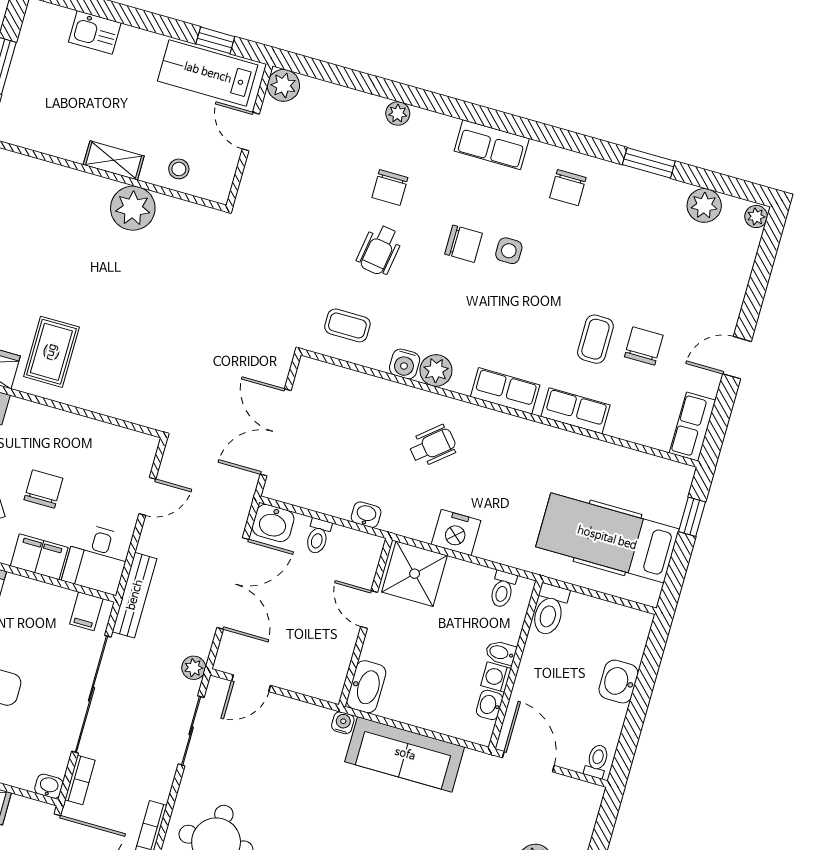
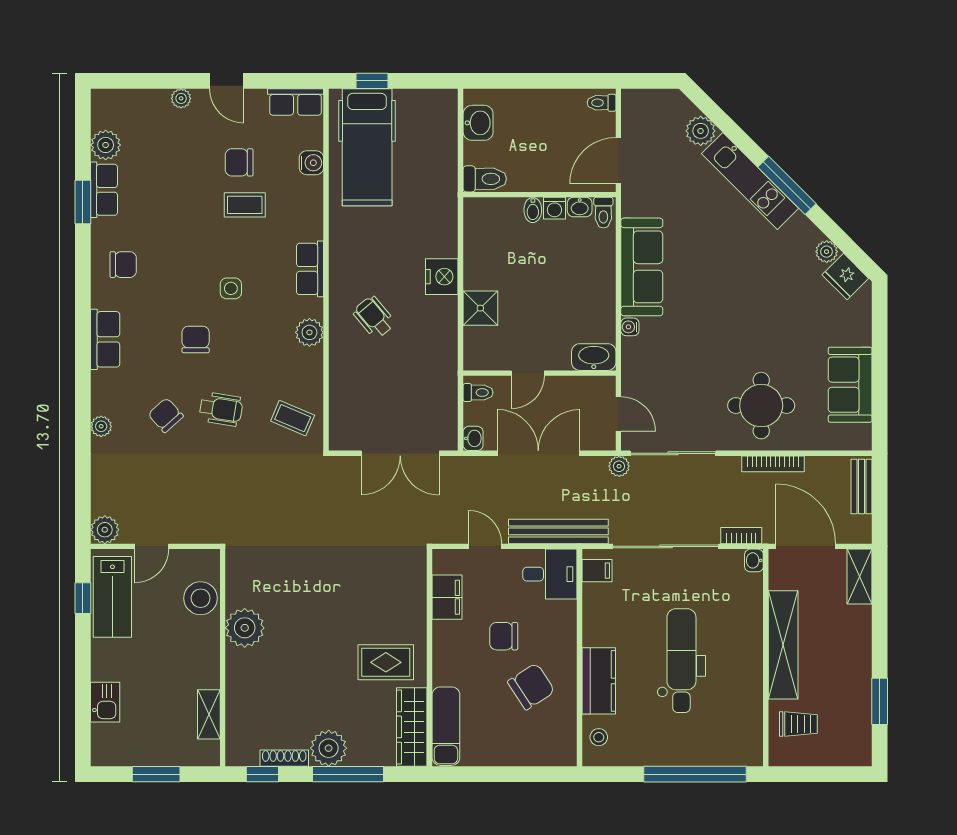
shelving: (114, 160) -> (209, 714), moved
stool: (179, 169) -> (201, 598), width x1.89, depth x1.89
chair: (390, 188) -> (166, 415), turned -132
plant: (756, 217) -> (181, 98), moved
side table: (509, 251) -> (231, 288), moved
coffee table: (347, 325) -> (293, 418), turned -67
water cooler: (405, 364) -> (311, 163), moved
row of seats: (575, 411) -> (104, 190), moved, turned 180
washbasin: (366, 515) -> (448, 357), removed
washbasin: (273, 523) -> (473, 438), width x0.72, depth x0.69
hospital bed: (607, 538) -> (367, 147), moved
filing cabinet: (39, 557) -> (447, 597), moved, turned 180
shower: (415, 574) -> (480, 308), width x0.73, depth x0.73
toilet: (503, 589) -> (603, 213), moved, turned 90
bench: (135, 595) -> (558, 531), width x1.37, depth x1.21
door: (369, 610) -> (528, 373), moved
wall: (366, 622) -> (539, 373), moved
washbasin: (619, 682) -> (478, 123), moved, turned -90
washbasin: (366, 687) -> (594, 357), moved
sliding door: (191, 731) -> (673, 453), width x1.37

